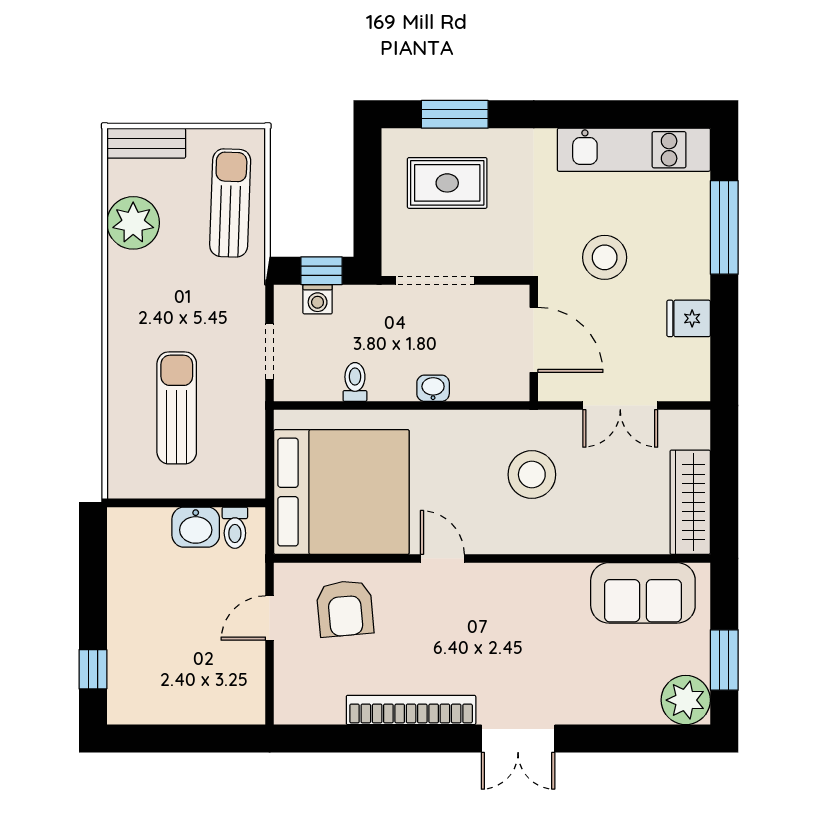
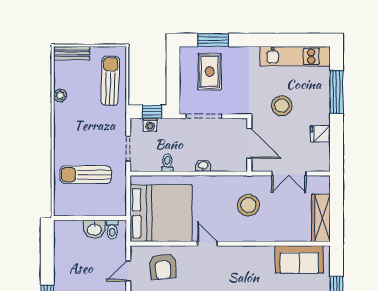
rug: (447, 183) -> (210, 72), turned 90
plant: (133, 223) -> (60, 95), width x0.53, depth x0.53
sun lounger: (177, 408) -> (86, 175), turned -90

